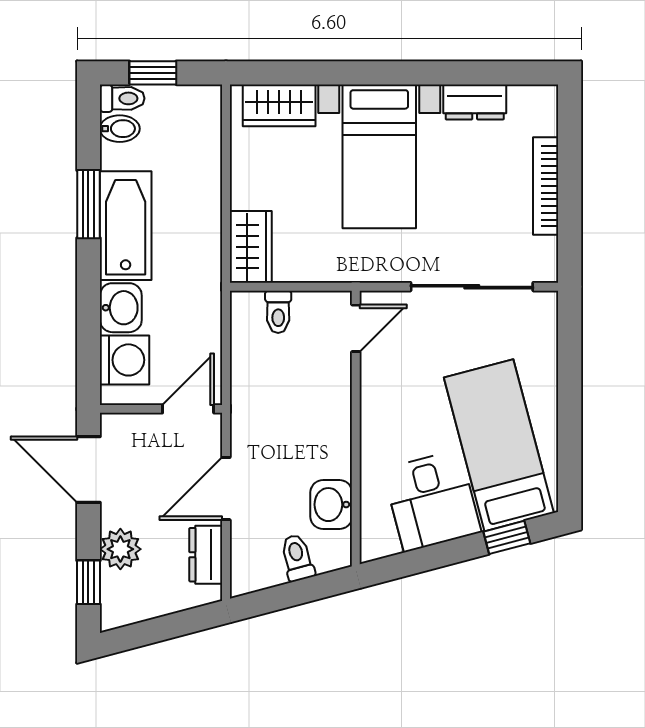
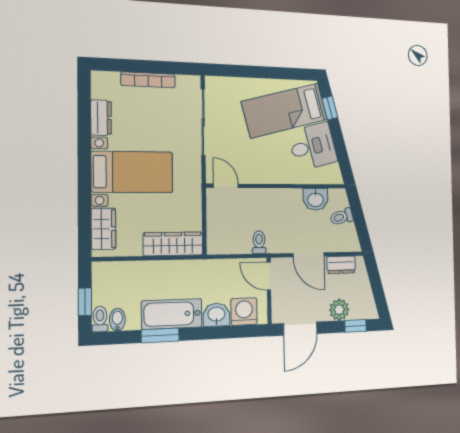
wardrobe: (251, 247) -> (173, 244), width x1.50
toilet: (278, 312) -> (259, 242), moved, turned -90

